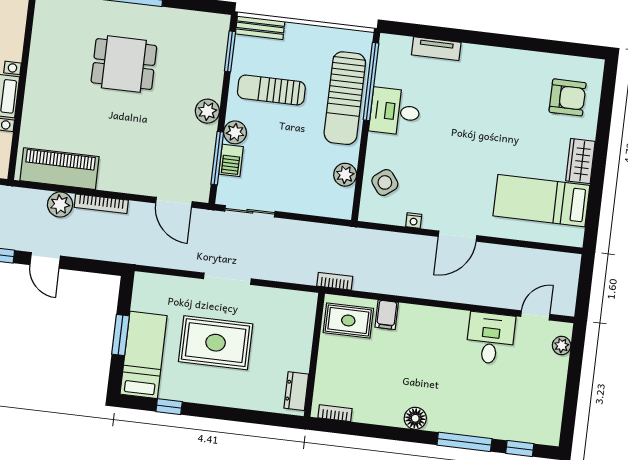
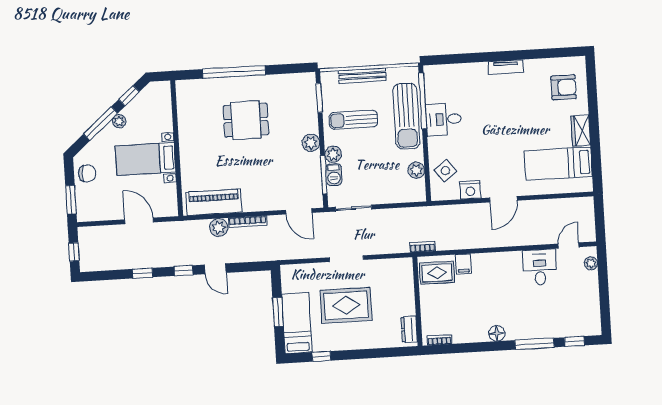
bench: (260, 28) -> (362, 76), moved, width x1.36
tv unit: (436, 49) -> (506, 67), moved
nightstand: (414, 220) -> (470, 190), width x1.89, depth x1.79

